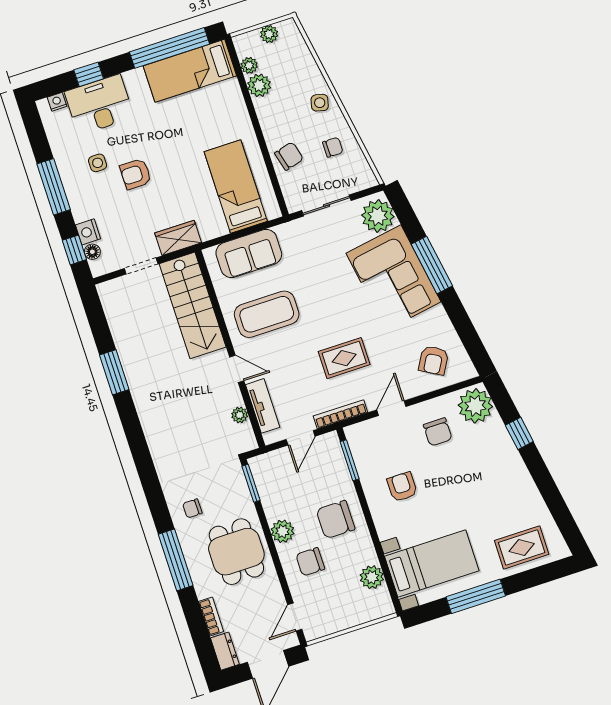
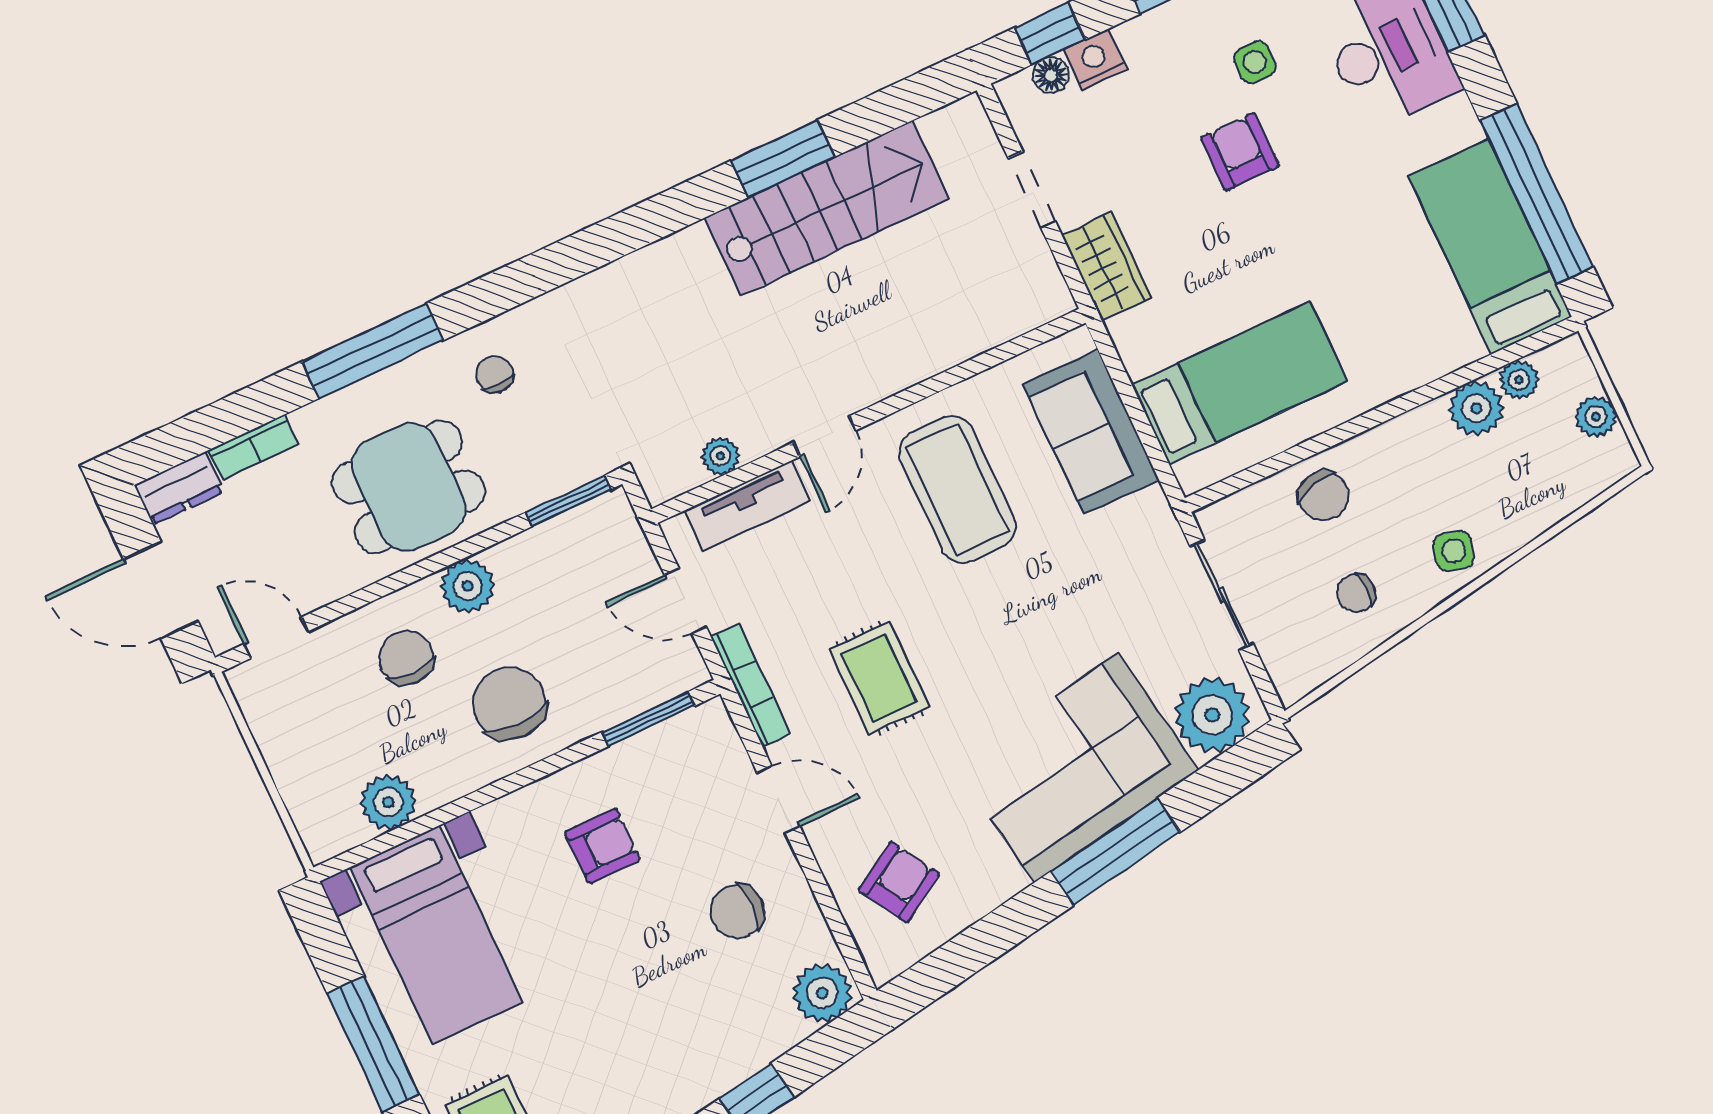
chair: (333, 147) -> (1356, 593), turned 90
stairs: (193, 305) -> (827, 208), moved, turned 180
armchair: (434, 360) -> (899, 882), turned 119
plant: (475, 406) -> (822, 993), width x0.73, depth x0.73

